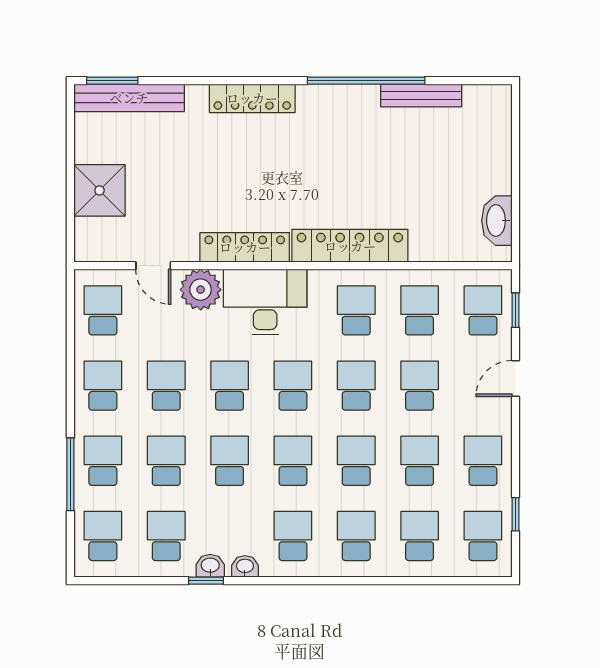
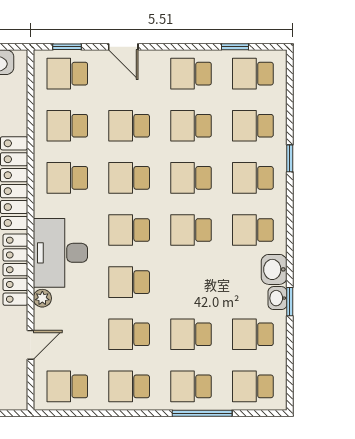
plant: (201, 290) -> (42, 298), width x0.53, depth x0.53
school desk: (230, 461) -> (191, 282), removed
washbasin: (245, 566) -> (274, 269), width x1.38, depth x1.45
window: (380, 581) -> (290, 158), added

